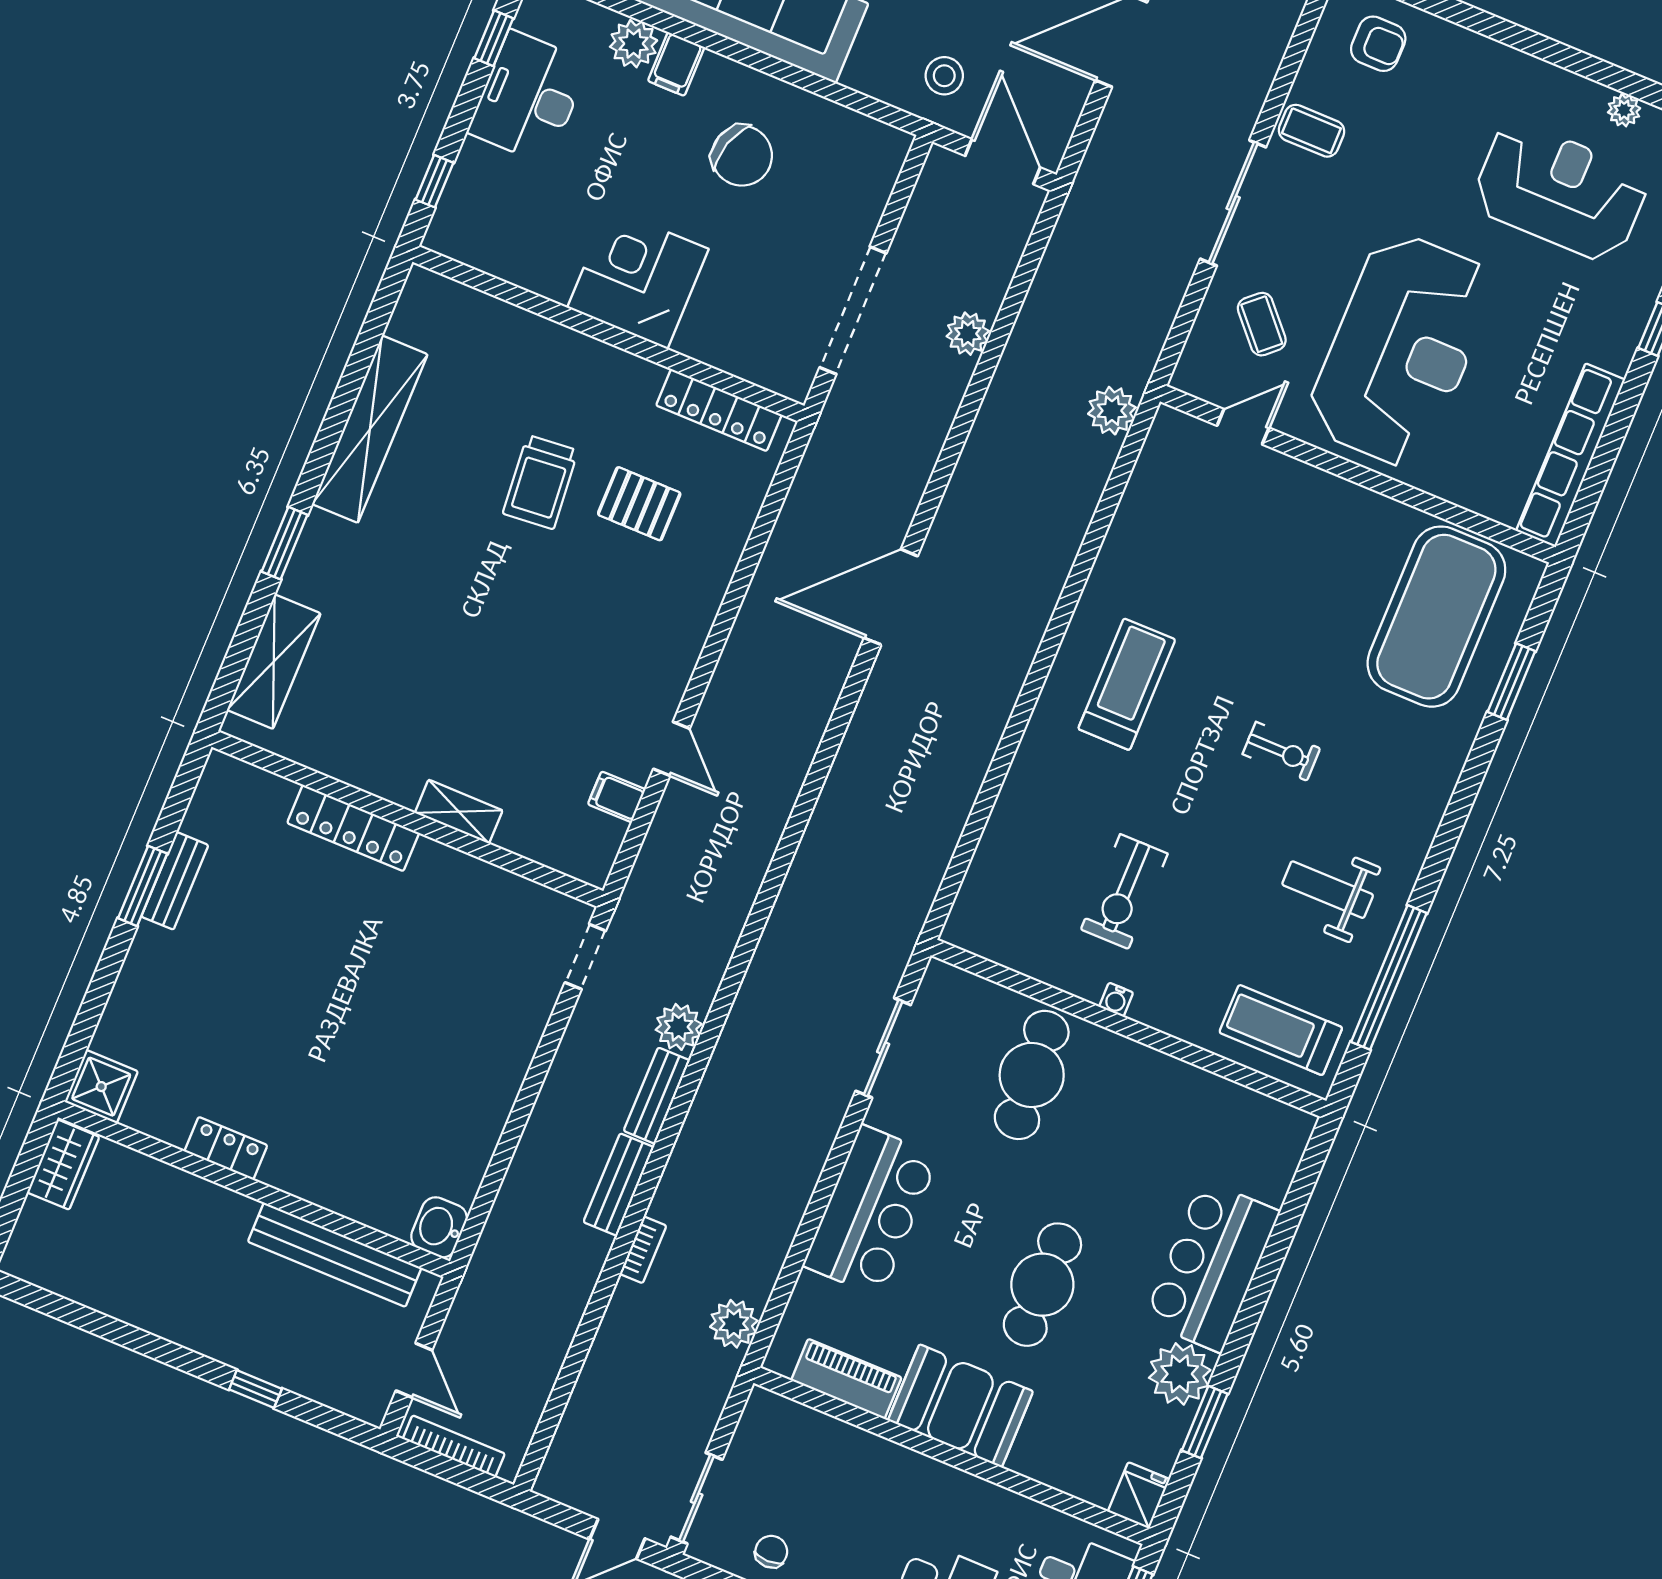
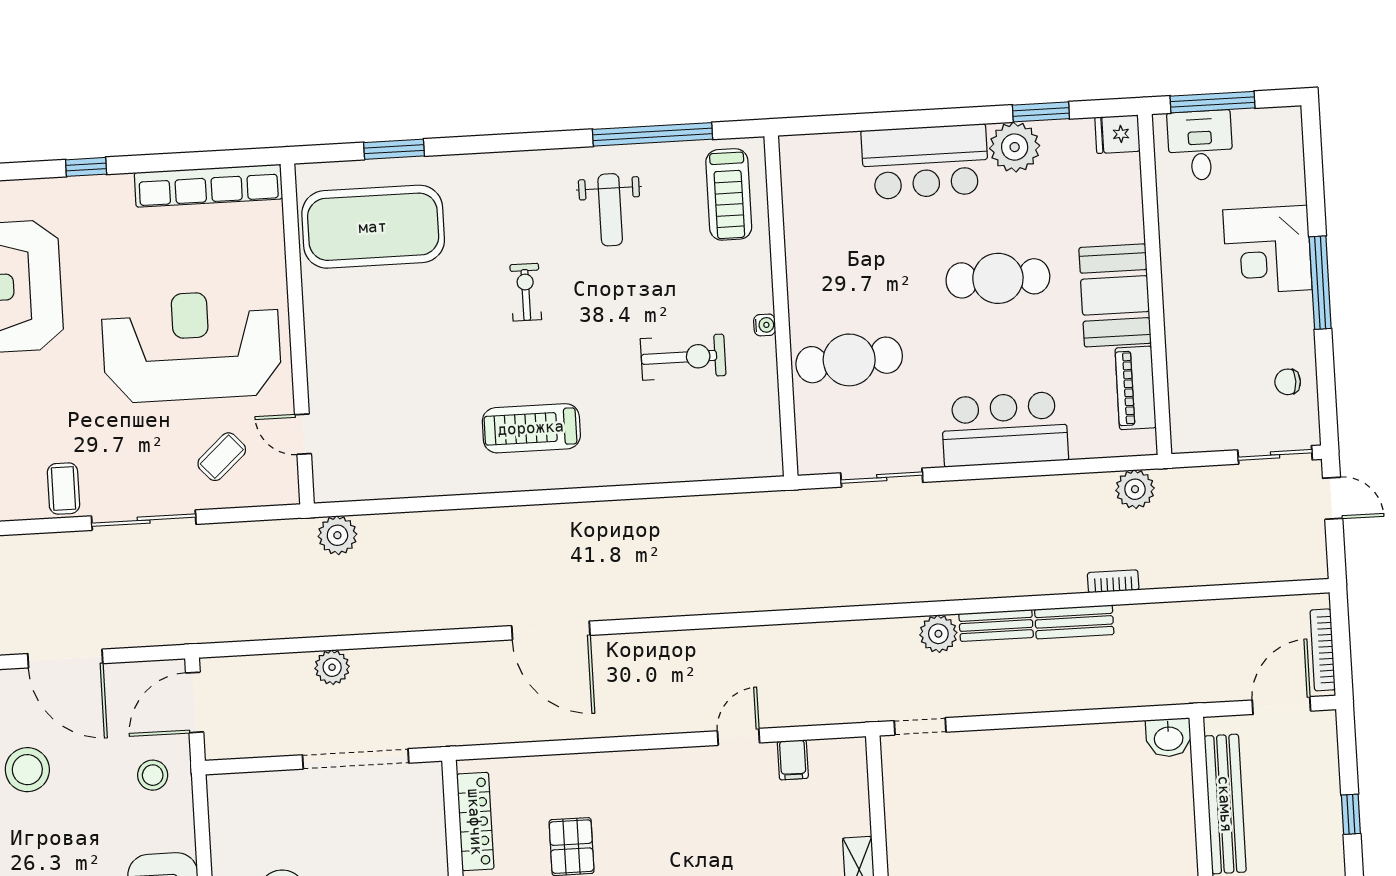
door: (414, 1370) -> (1281, 706), width x1.38

